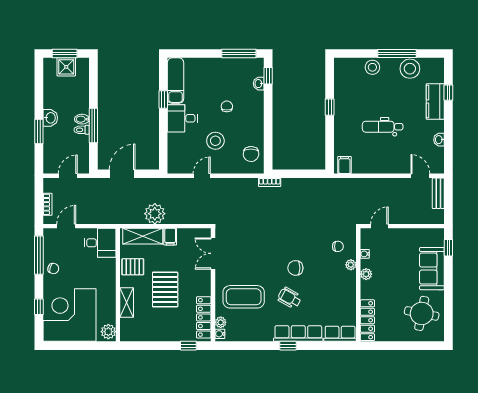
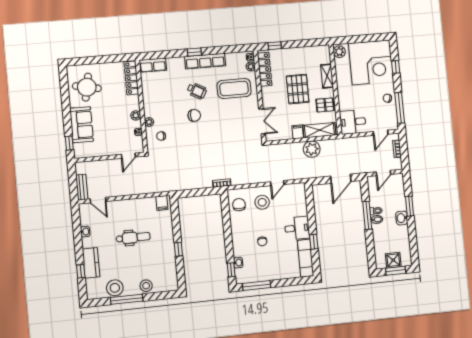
stool: (215, 141) -> (262, 202), moved
row of seats: (298, 333) -> (205, 61), moved

